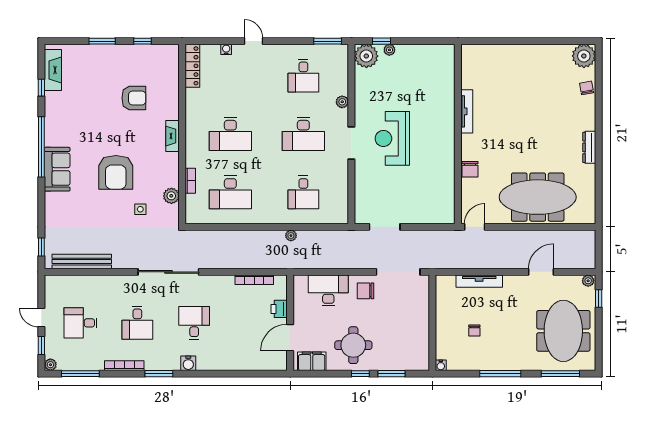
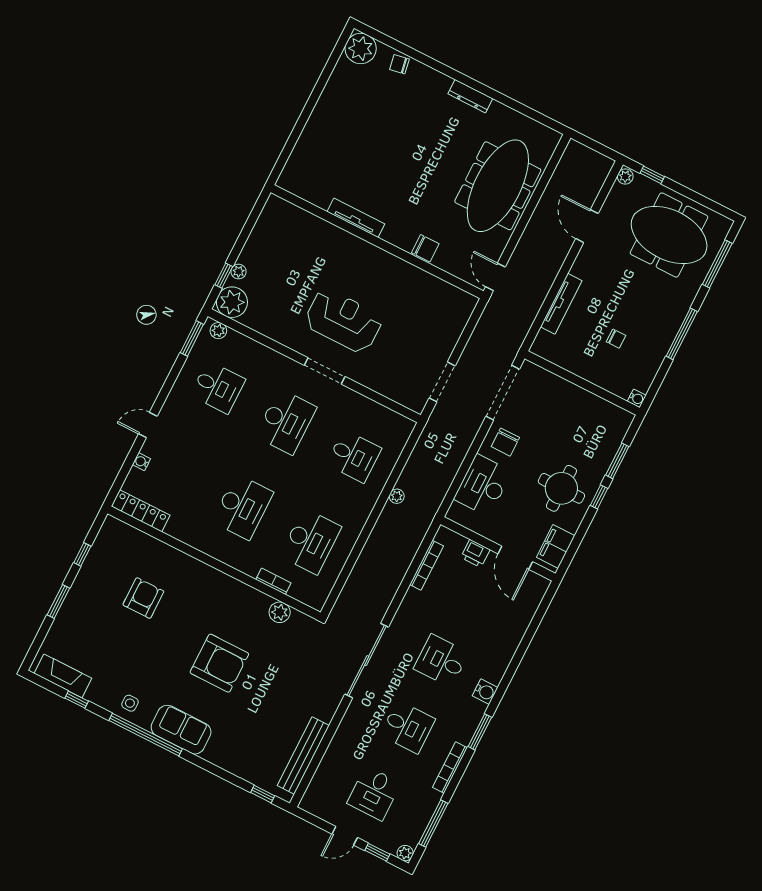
plant: (342, 102) -> (218, 331), moved
fireplace: (173, 136) -> (211, 575), removed
reception desk: (392, 138) -> (344, 321), turned 180
side table: (140, 209) -> (130, 703), moved

